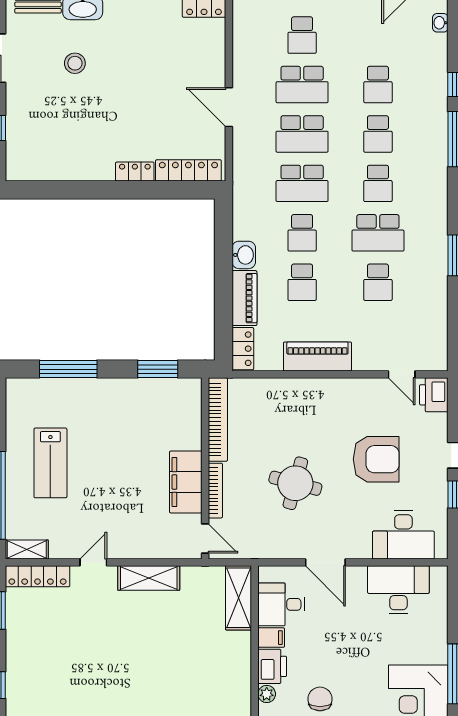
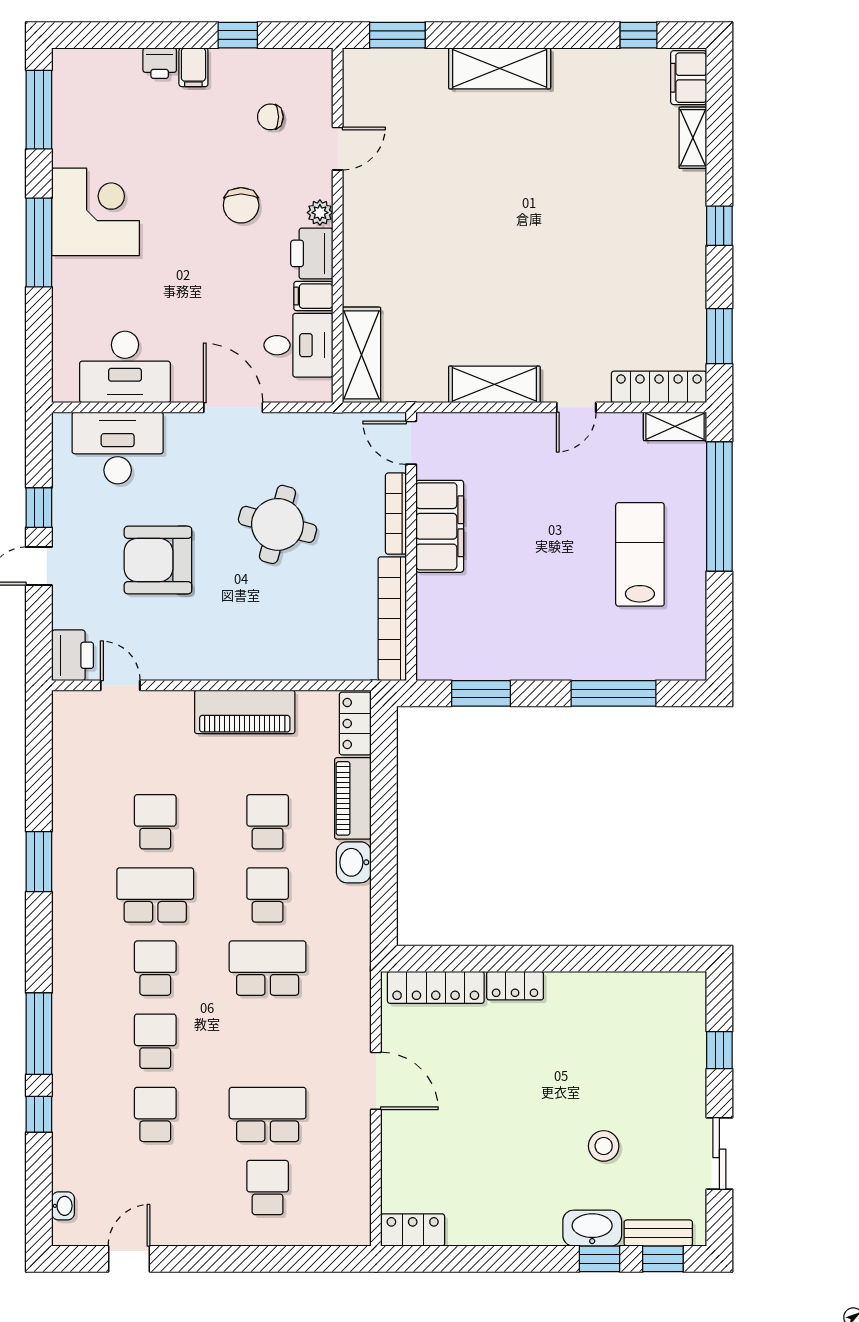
school desk: (302, 134) -> (268, 1041), removed

